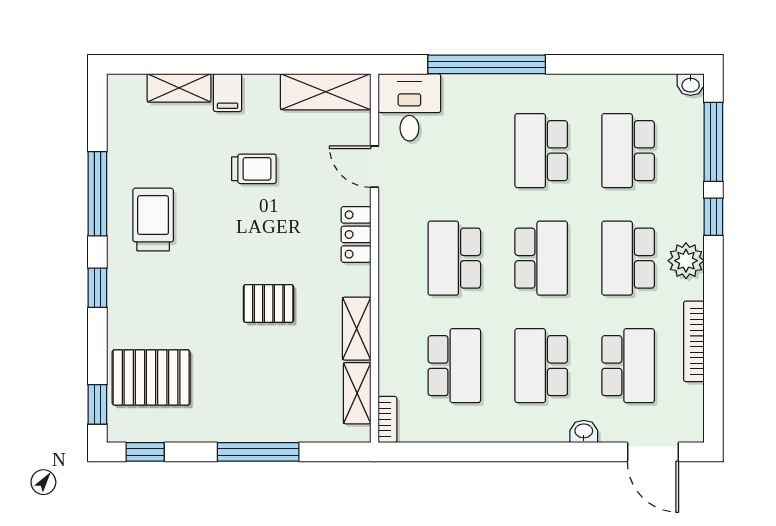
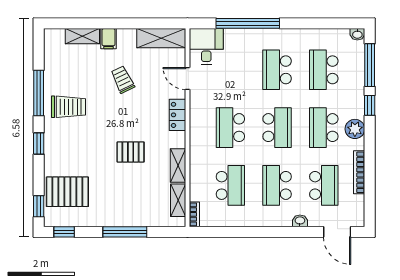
trolley: (254, 169) -> (123, 80), turned -116
trolley: (153, 219) -> (68, 107), turned 90

